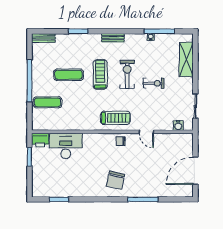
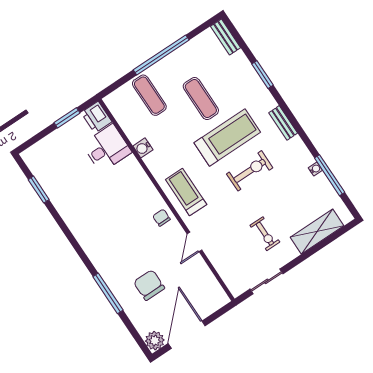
treadmill: (100, 75) -> (227, 138), width x1.37, depth x1.38
exercise bike: (154, 83) -> (265, 234), moved
treadmill: (115, 118) -> (186, 192), turned 180
water cooler: (178, 126) -> (143, 148), moved
desk: (66, 146) -> (107, 148), width x0.73
door: (195, 171) -> (187, 335), hinge flipped
chair: (115, 180) -> (149, 285), moved, turned 77
plant: (187, 191) -> (155, 341), added

